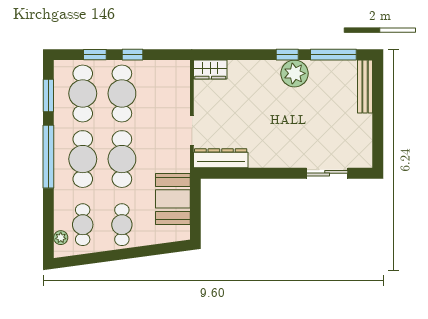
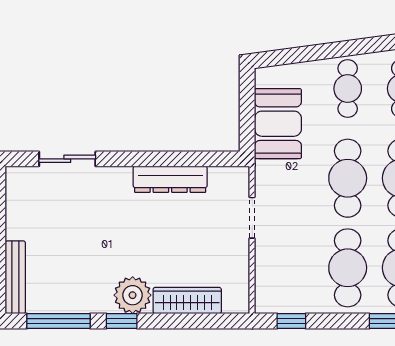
window: (132, 55) -> (291, 321), moved
wardrobe: (210, 70) -> (187, 301), moved, width x1.50
plant: (294, 73) -> (133, 295), moved
dresser: (221, 158) -> (170, 179), moved

